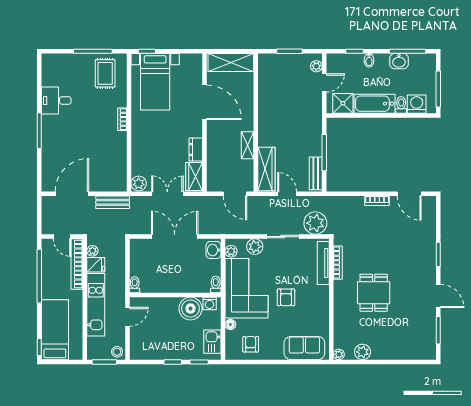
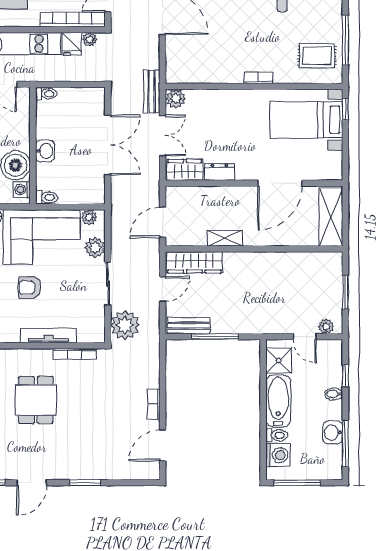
bench: (113, 202) -> (152, 92), moved
washbasin: (213, 250) -> (45, 151), moved, turned 90
tv unit: (323, 263) -> (49, 335), moved
dining table: (374, 293) -> (36, 400), turned 90

